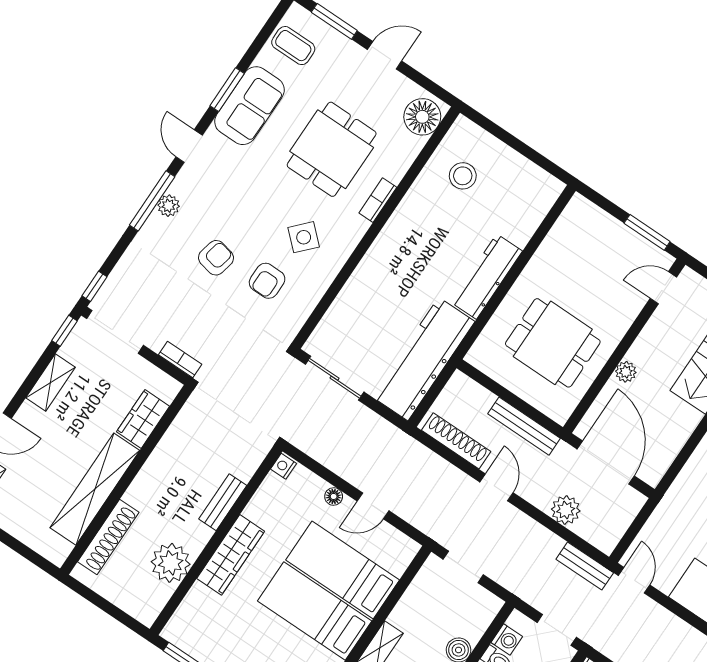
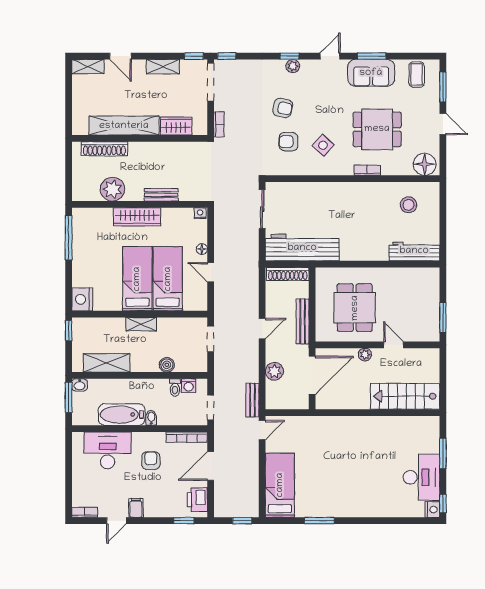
window: (152, 201) -> (290, 56), width x0.46
workbench: (487, 277) -> (414, 251), moved
door: (663, 288) -> (394, 345), moved
shoe rack: (456, 441) -> (288, 274), moved, turned 90

